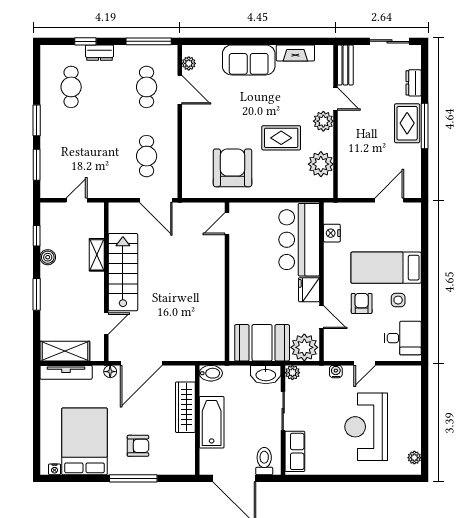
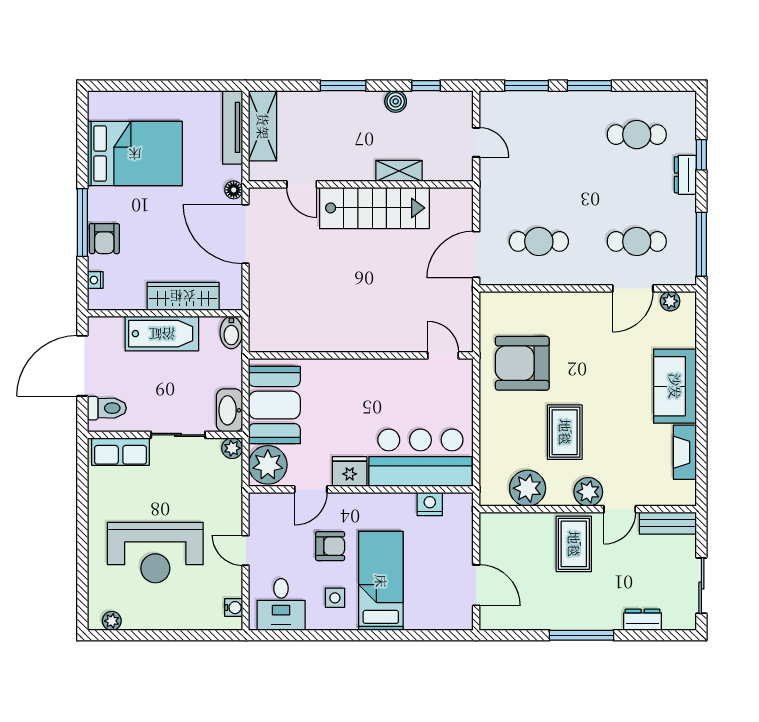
rug: (407, 123) -> (574, 544), moved, turned 90
armchair: (233, 168) -> (522, 363), turned 180
water cooler: (336, 372) -> (234, 608), moved
reception desk: (366, 427) -> (155, 553), turned 180
armchair: (138, 446) -> (104, 239), moved
nightstand: (55, 469) -> (95, 280), moved

